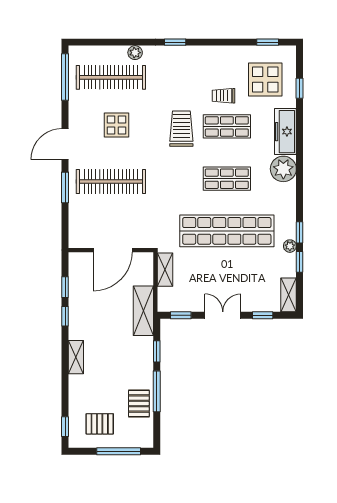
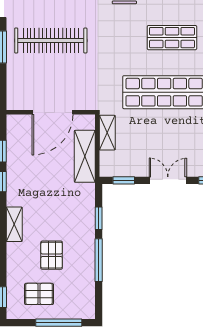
shelving: (143, 311) -> (85, 156), moved
pallet: (139, 403) -> (52, 255), moved

